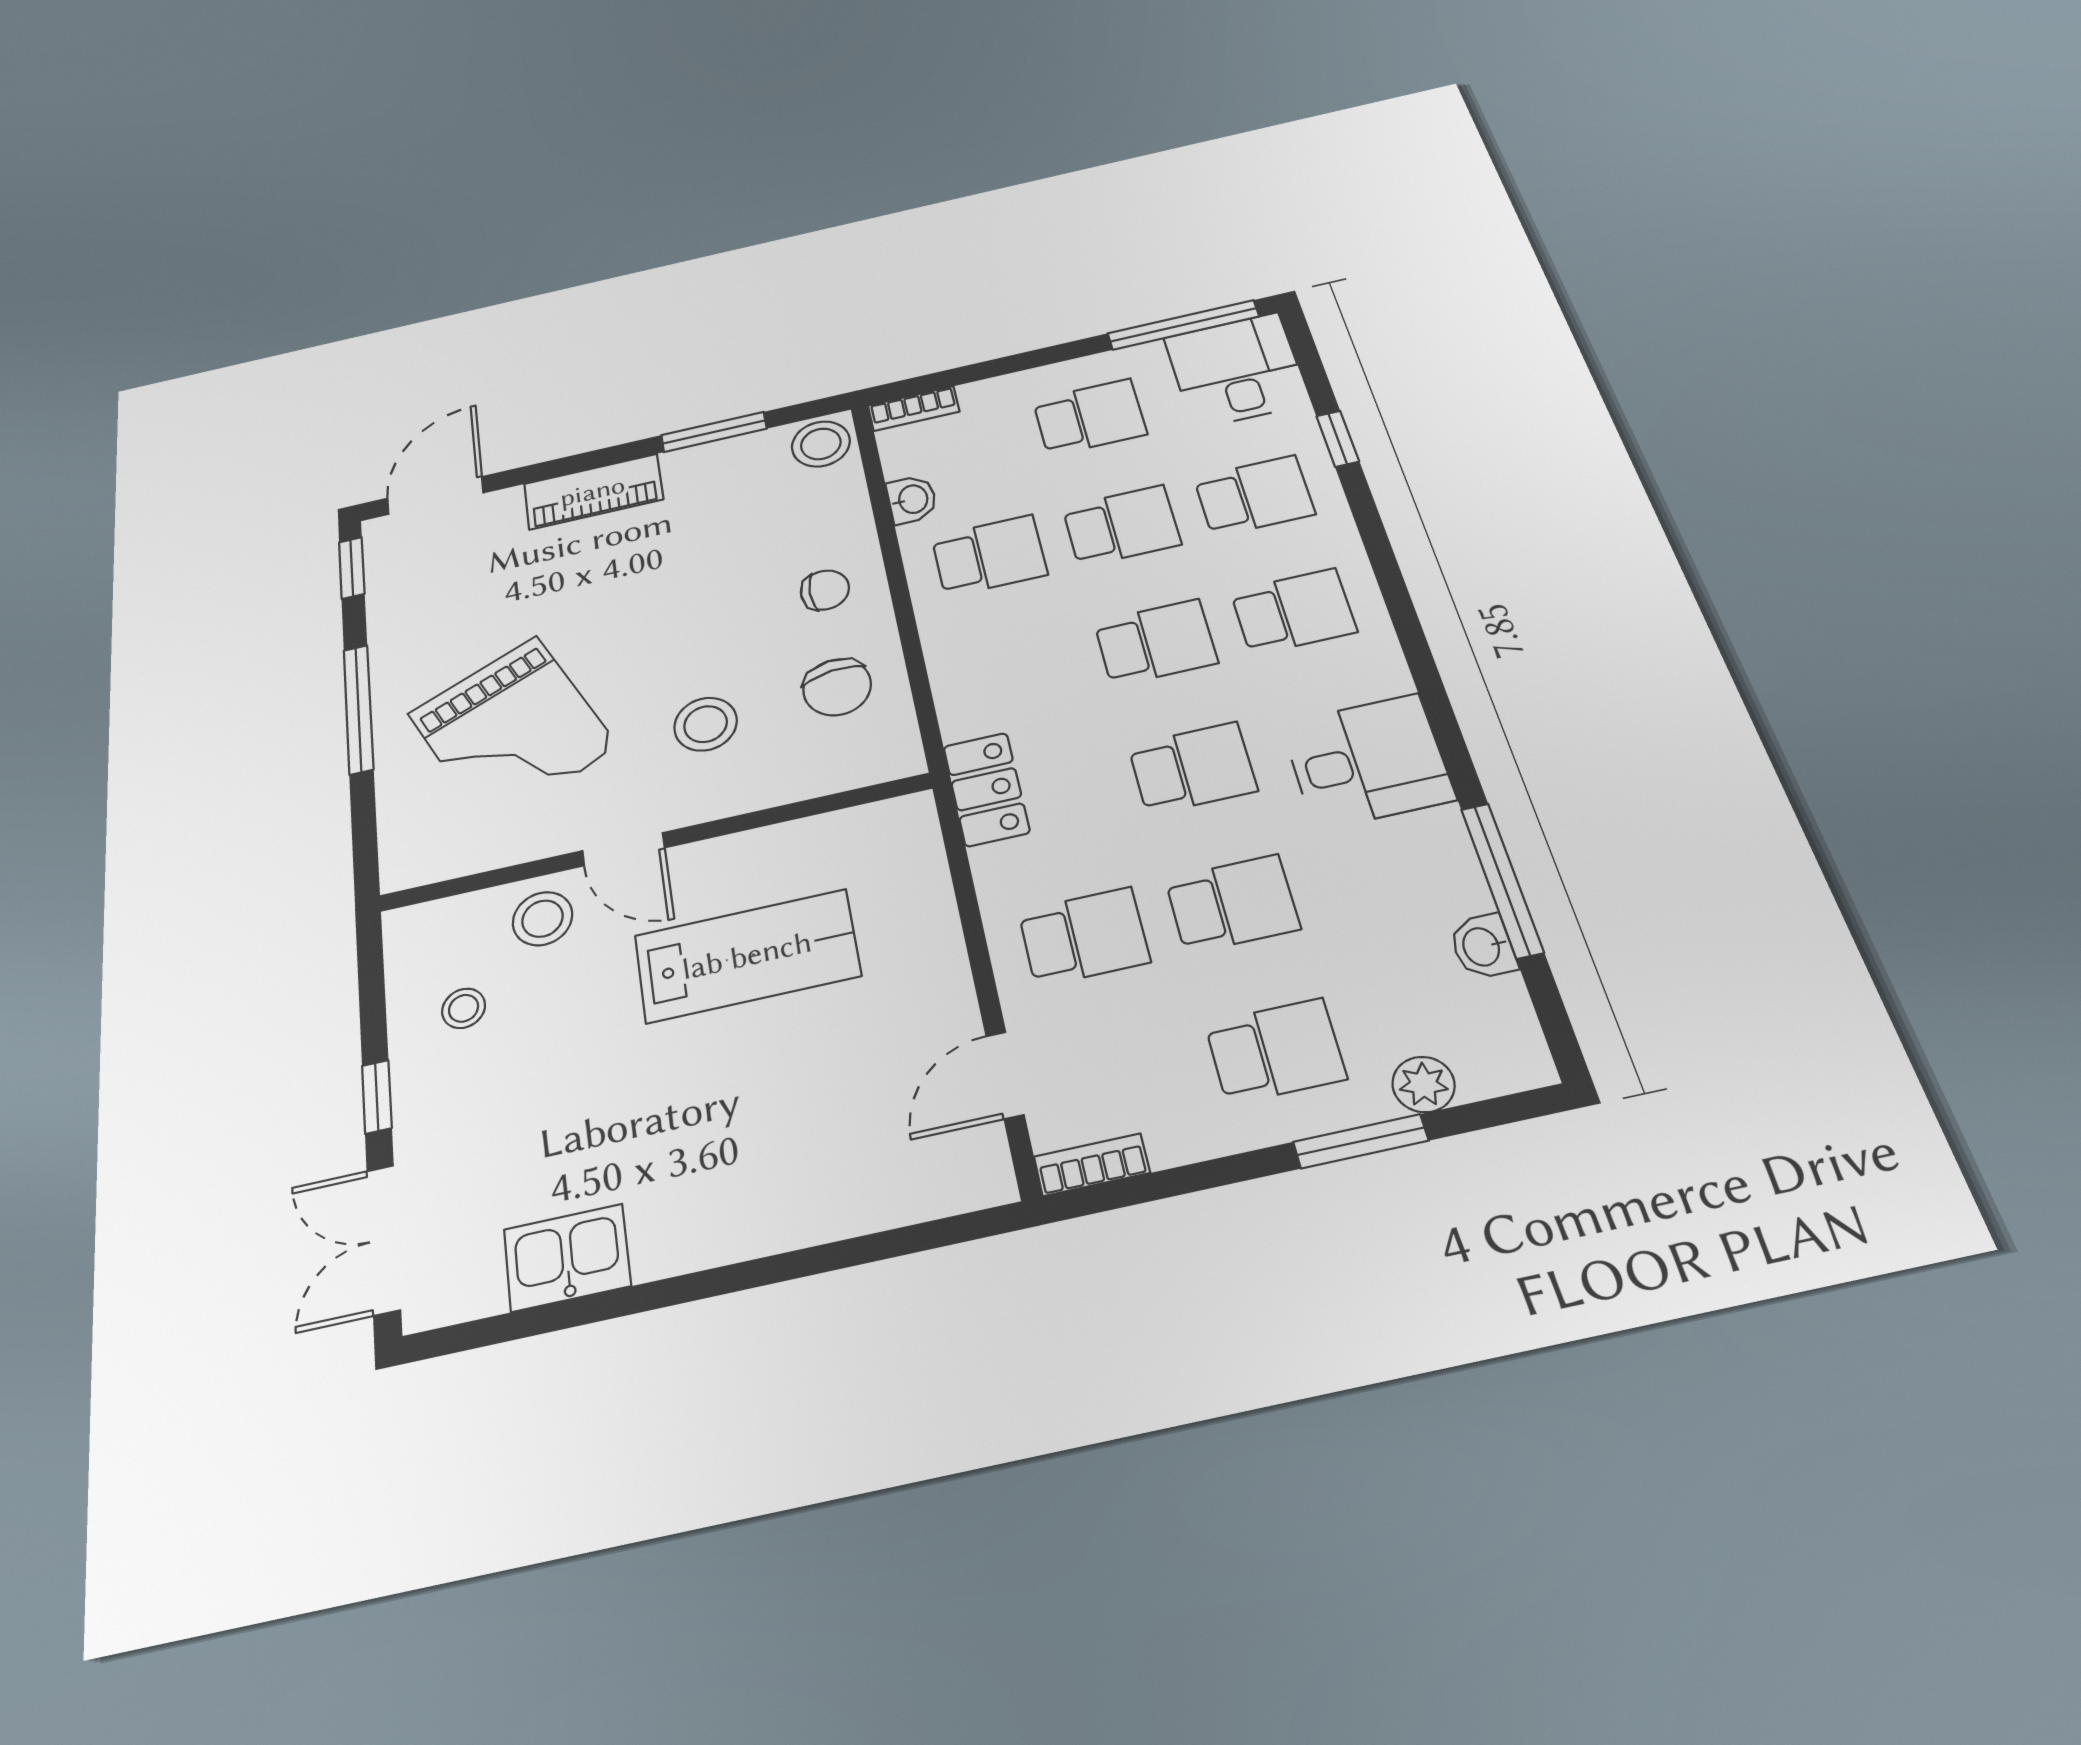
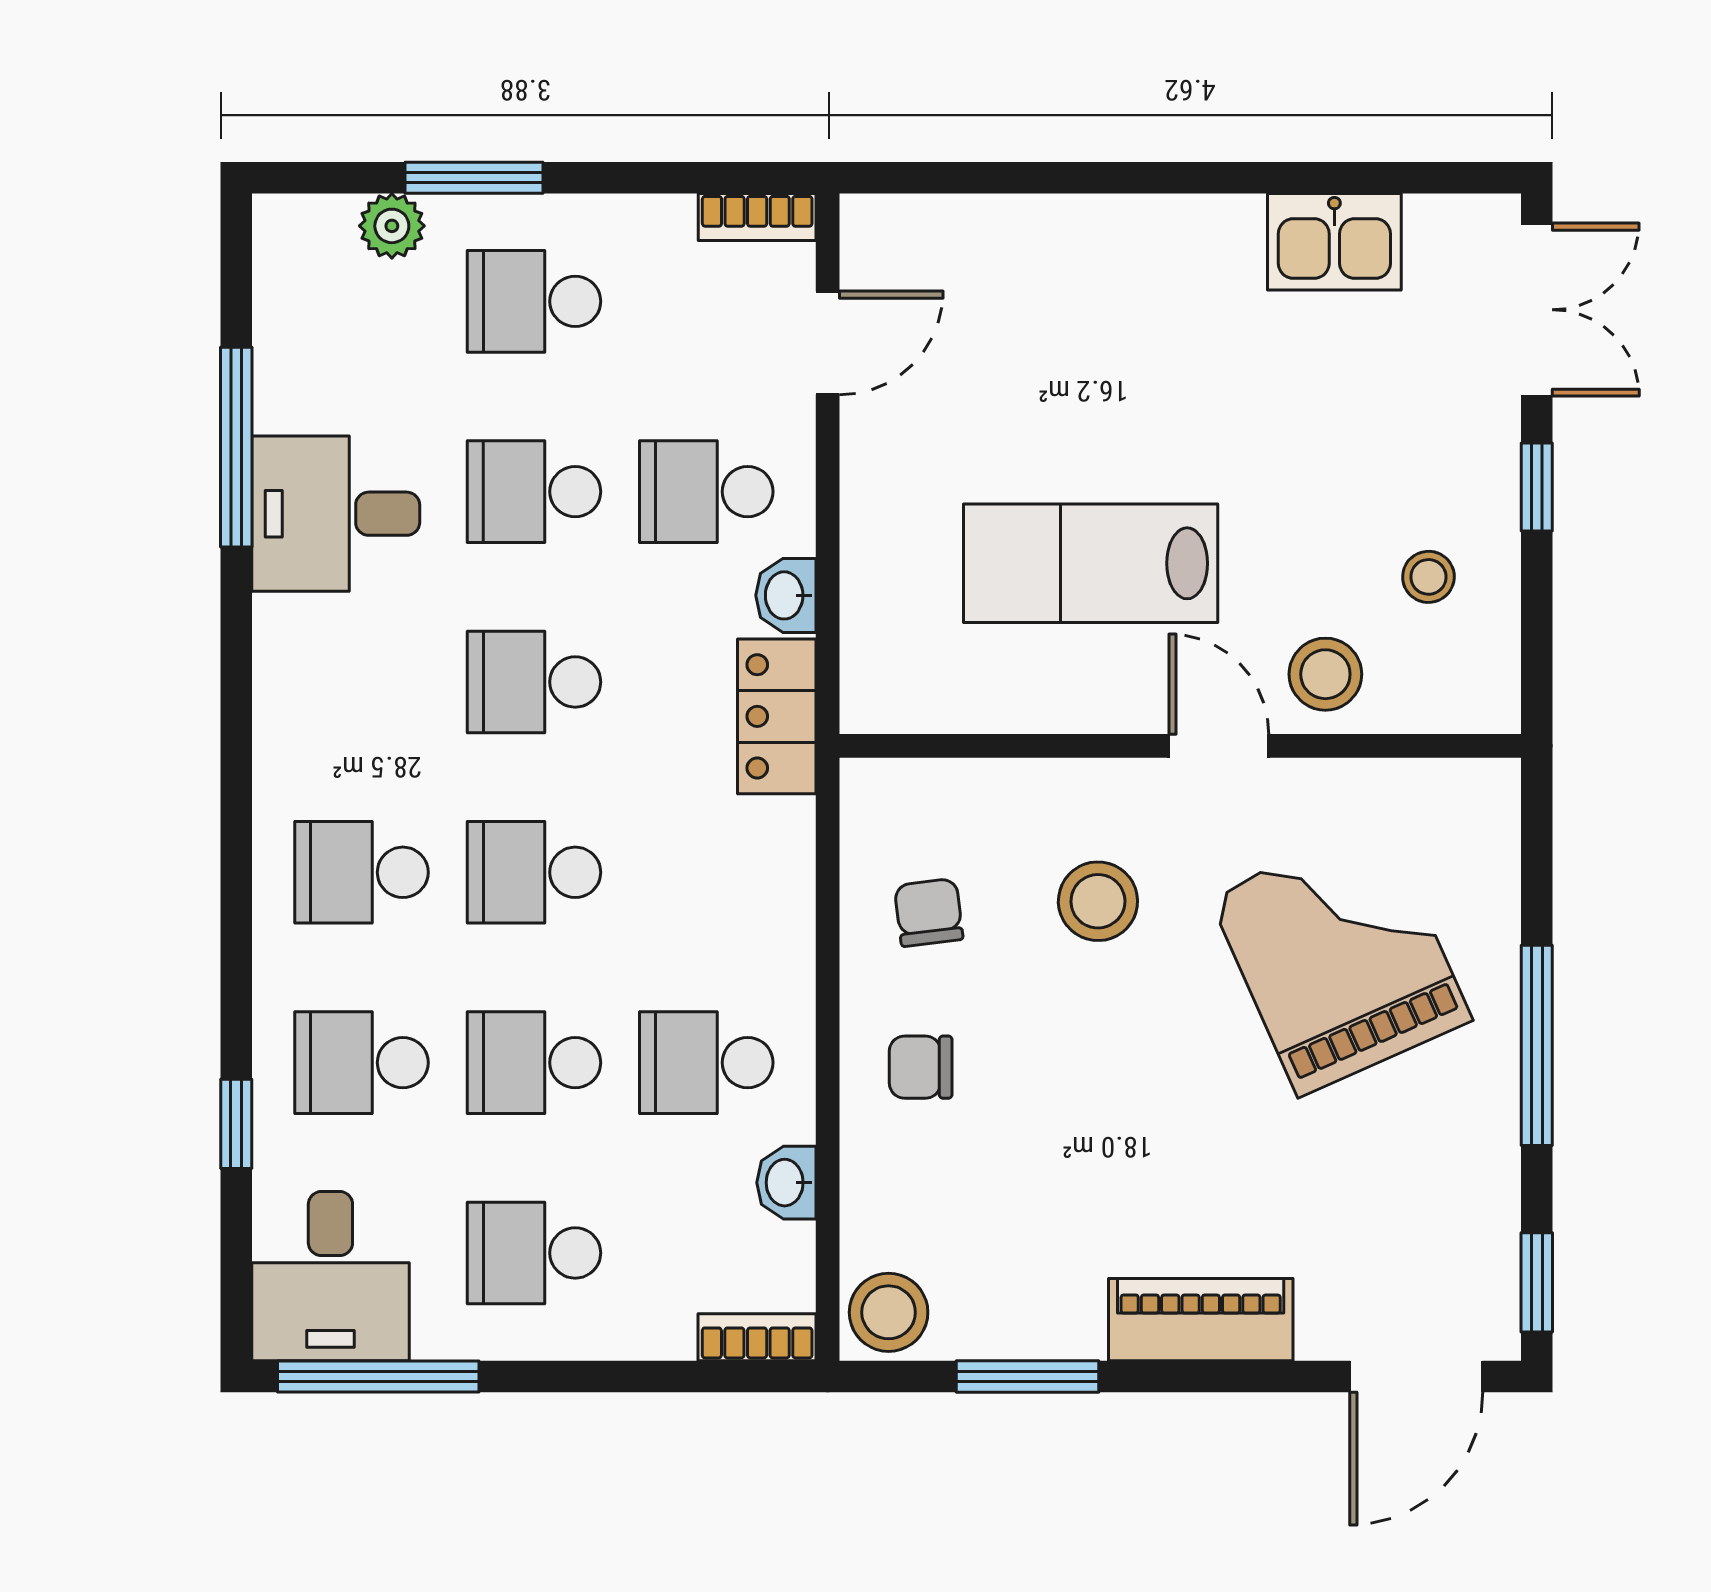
chair: (837, 687) -> (929, 912), width x0.73, depth x0.73
desk: (1367, 761) -> (336, 514), moved
washbasin: (1483, 946) -> (786, 595), moved, turned 180

